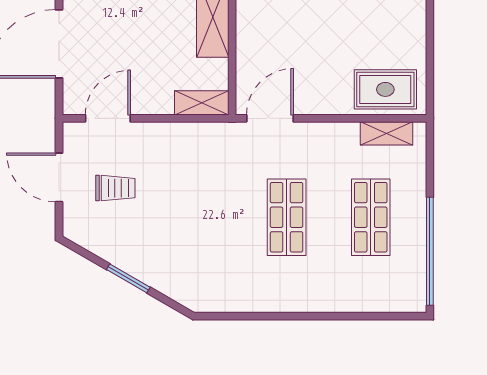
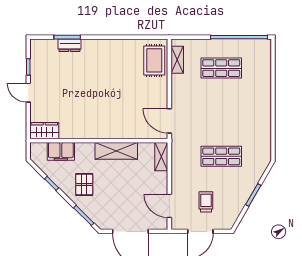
shop shelf: (287, 217) -> (221, 156), moved

